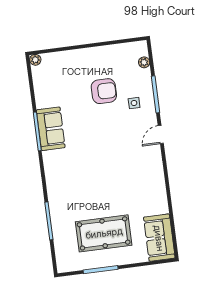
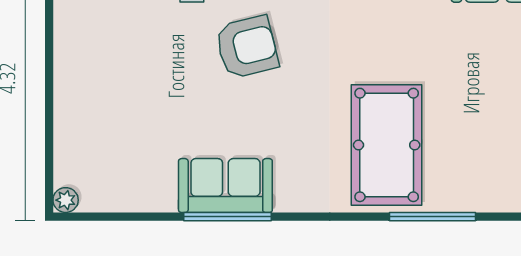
armchair: (104, 91) -> (247, 47), moved, turned 76
pool table: (104, 233) -> (387, 145), moved

